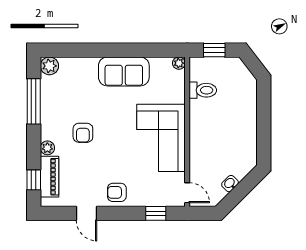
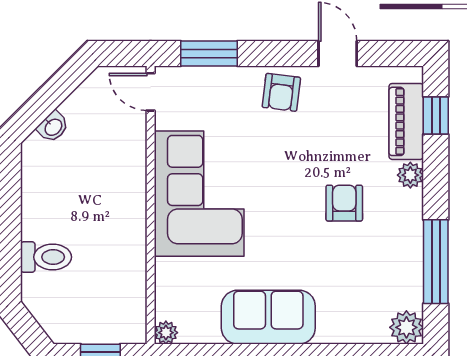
toilet: (203, 90) -> (46, 257), moved, turned 180
washbasin: (230, 184) -> (53, 127), moved
armchair: (117, 192) -> (281, 92), turned 97
window: (156, 213) -> (209, 53), width x1.50

